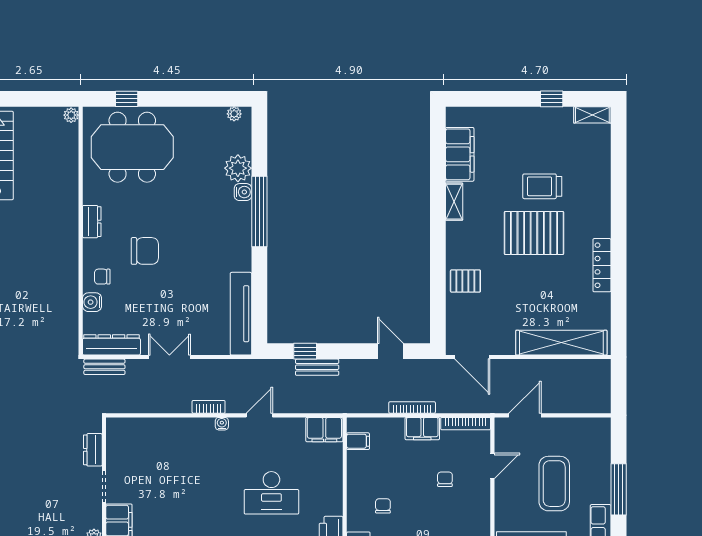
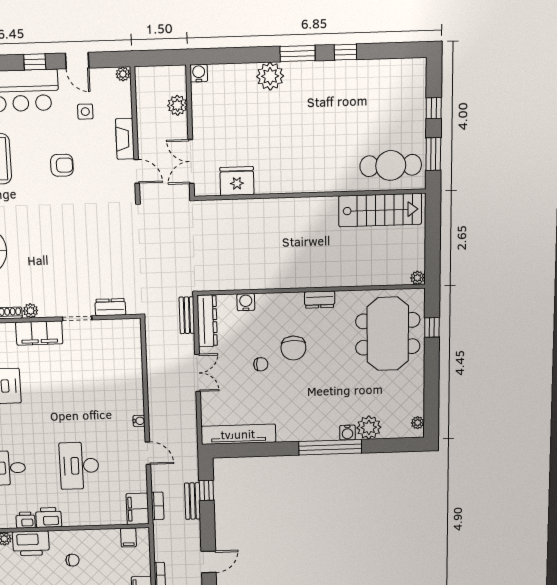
chair: (102, 277) -> (261, 364), moved, turned 90
bookcase: (209, 407) -> (158, 506), moved

